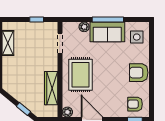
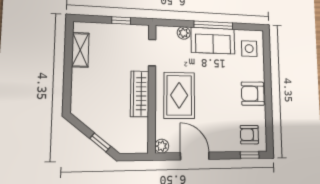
wardrobe: (51, 88) -> (140, 94), moved

